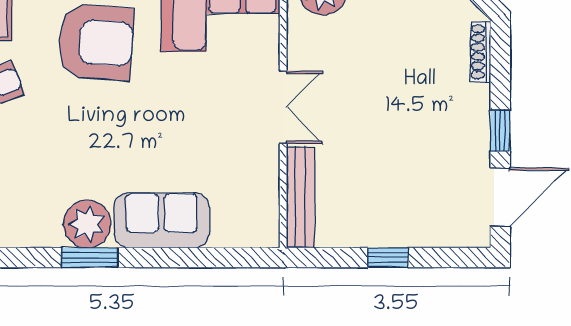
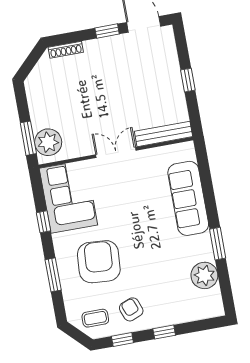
sofa: (162, 220) -> (188, 198), width x1.36
plant: (87, 224) -> (204, 275), moved

